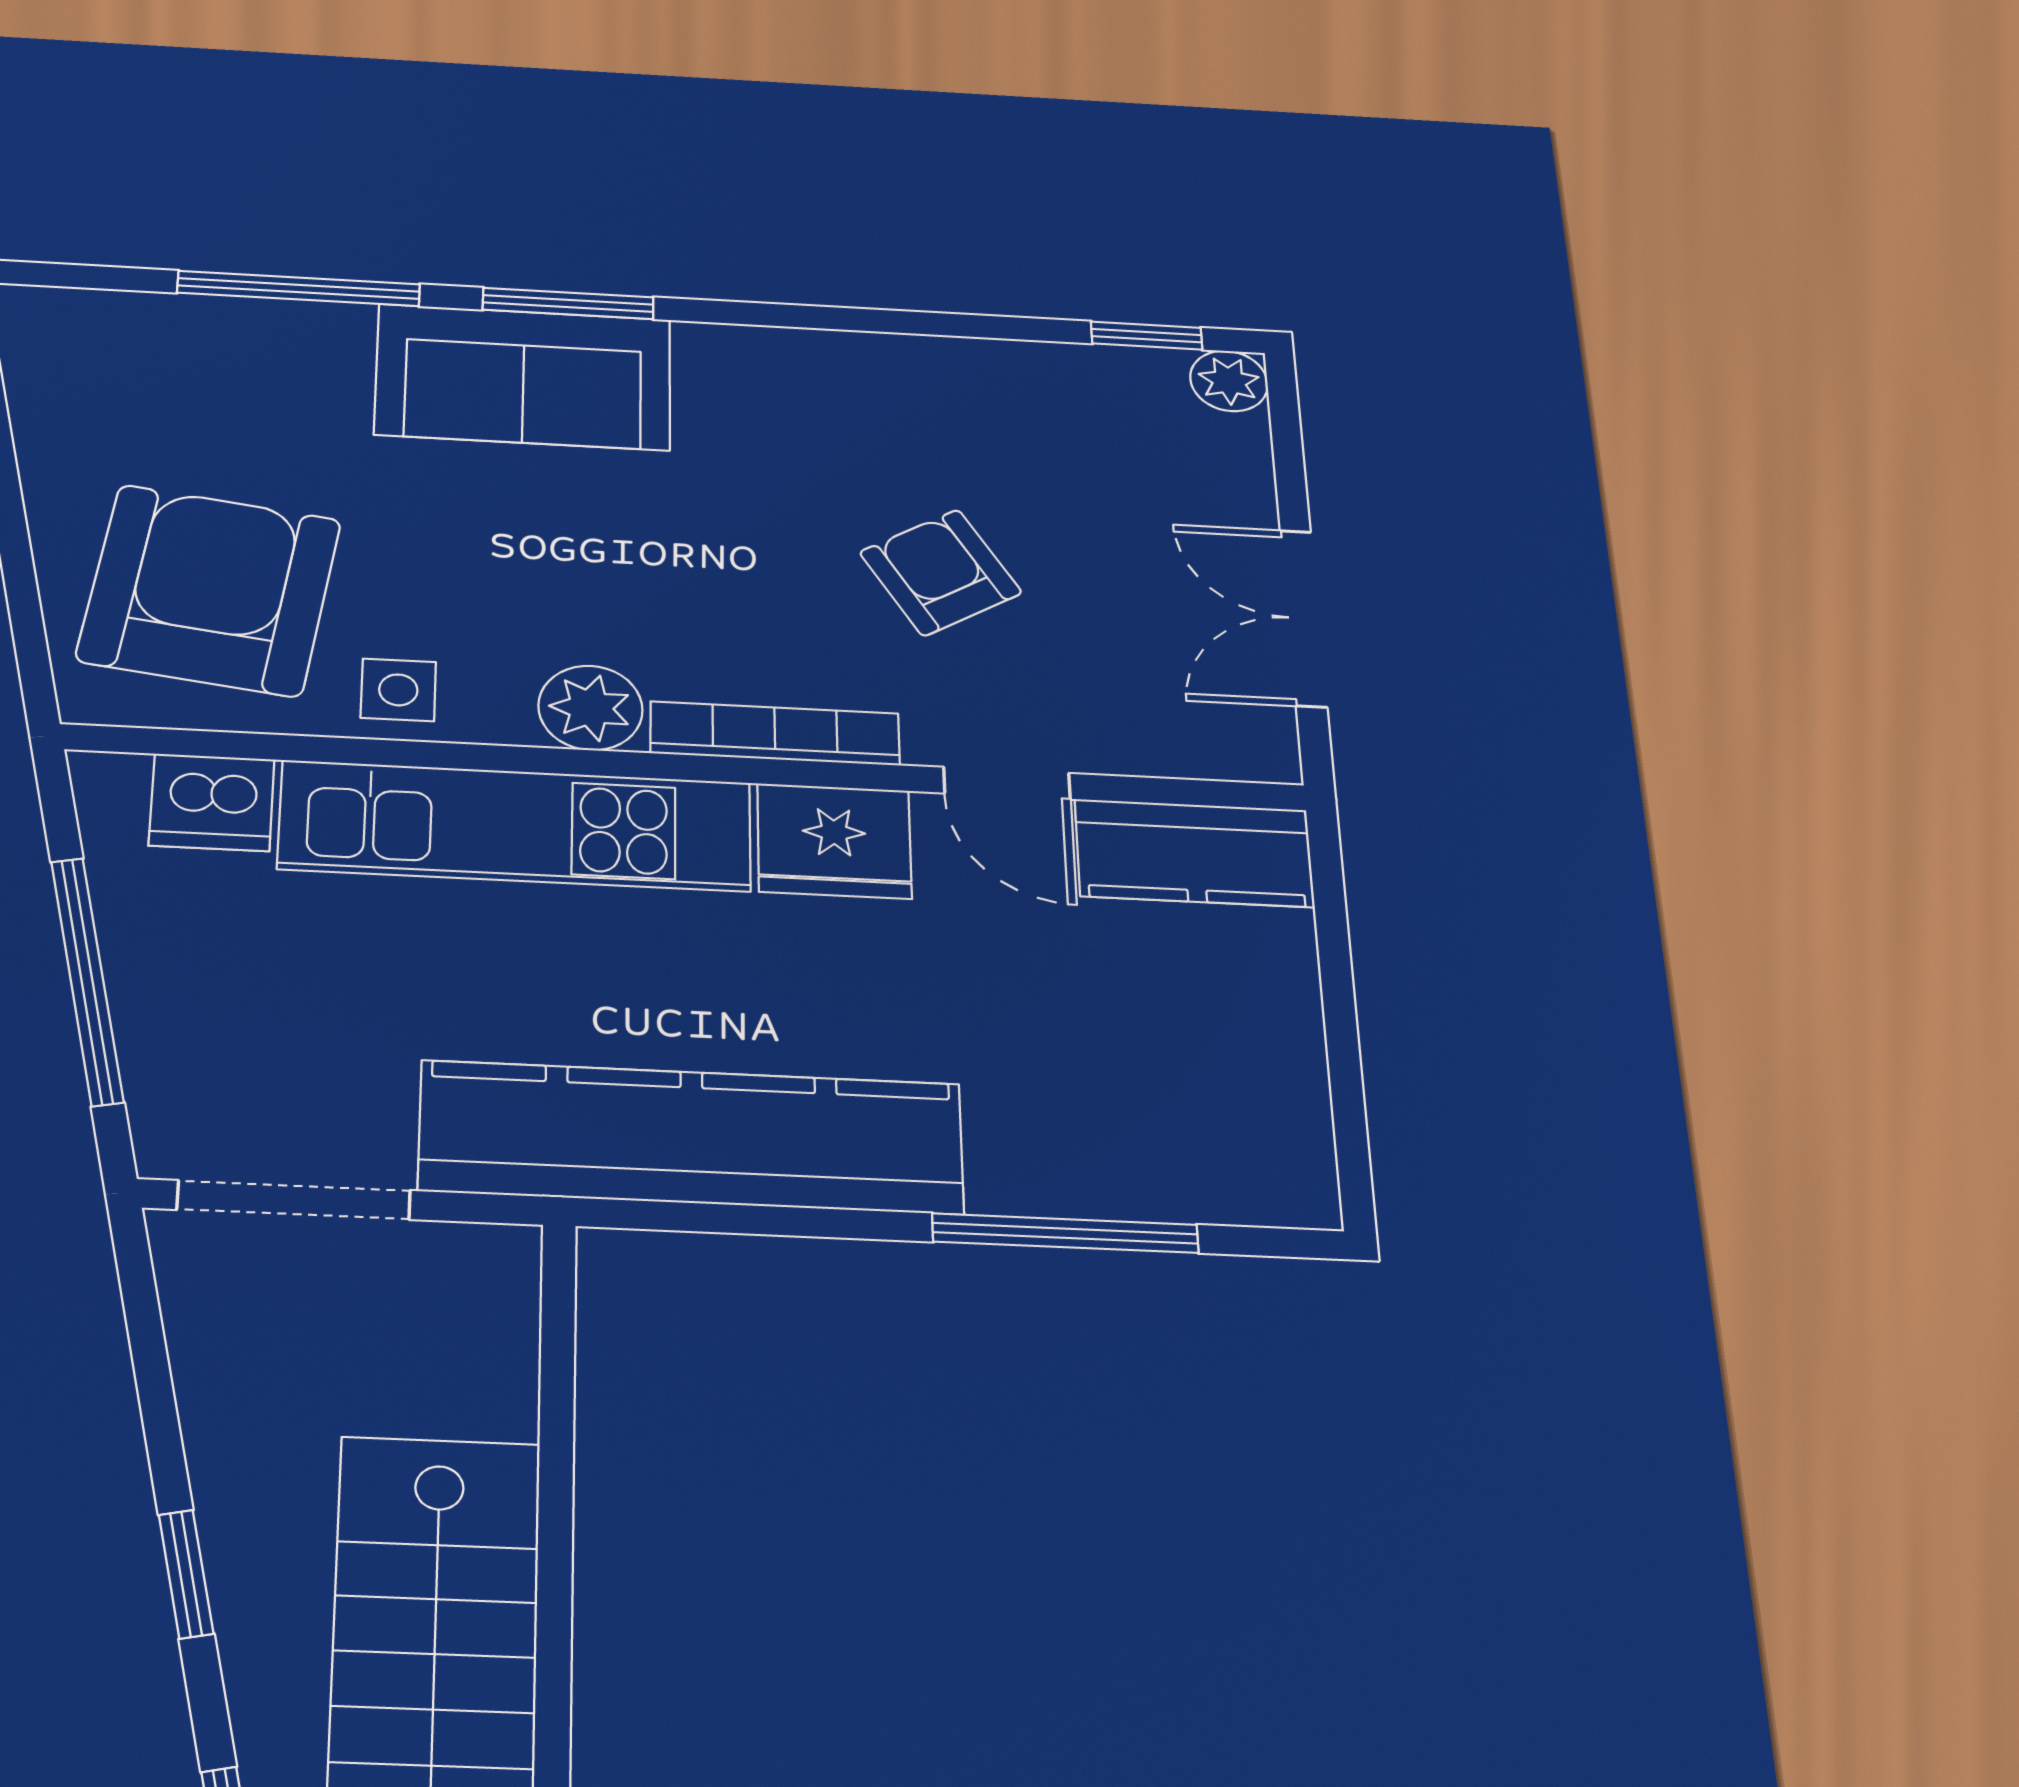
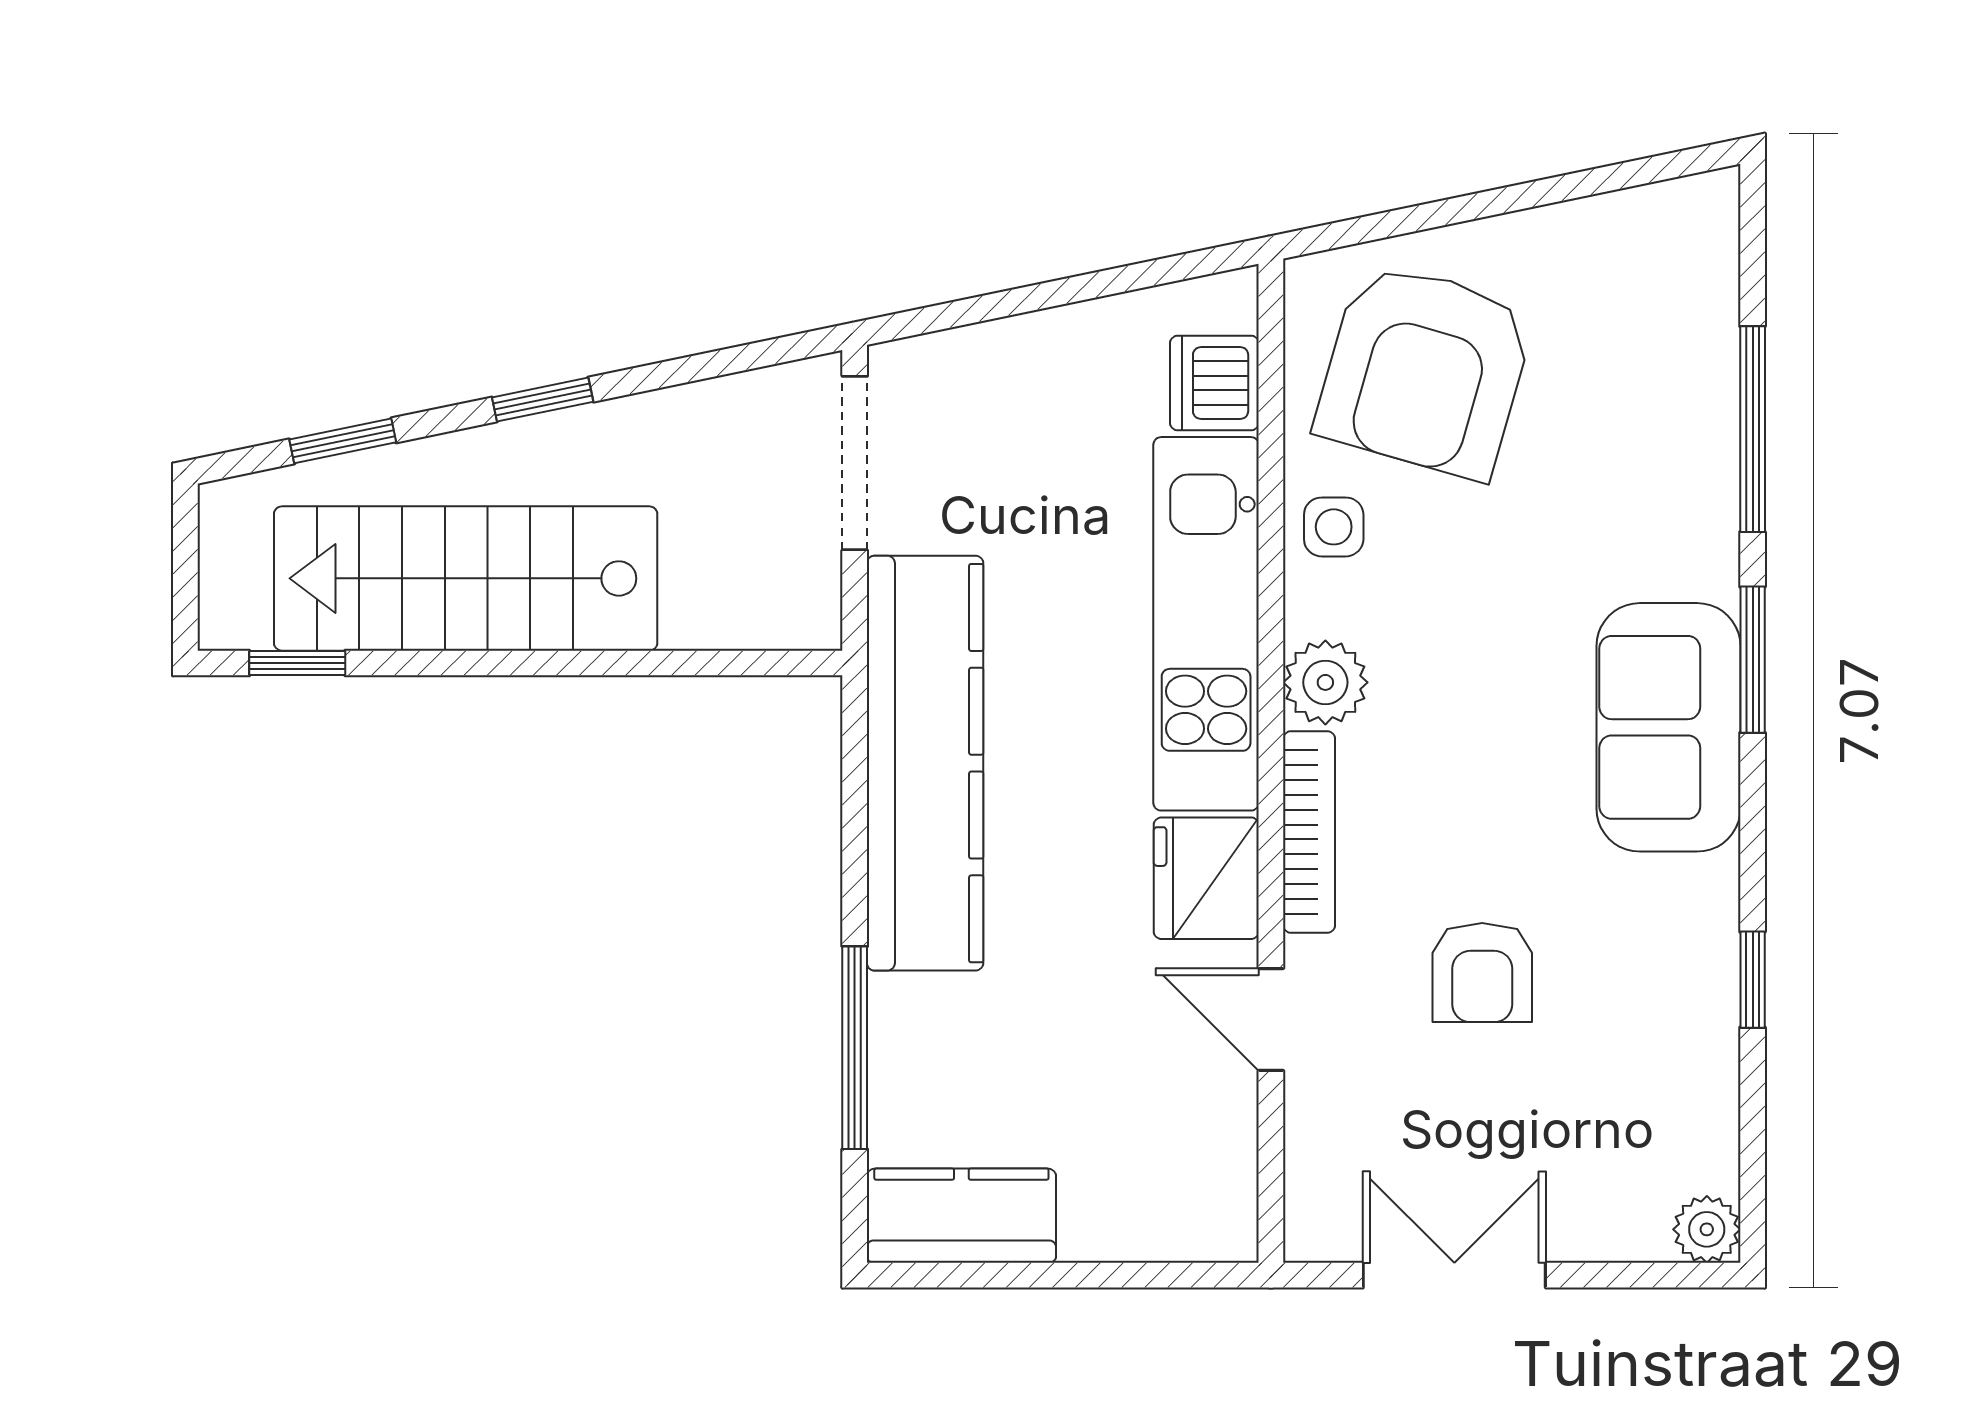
window: (1147, 336) -> (1753, 980), moved
sofa: (523, 377) -> (1668, 727), moved
armchair: (941, 573) -> (1482, 973), turned 121
armchair: (209, 590) -> (1425, 370), turned 98
door: (1007, 783) -> (1271, 1020), hinge flipped
kitchen counter: (1194, 853) -> (961, 1216), moved, turned 90
window: (87, 981) -> (1042, 296), removed

